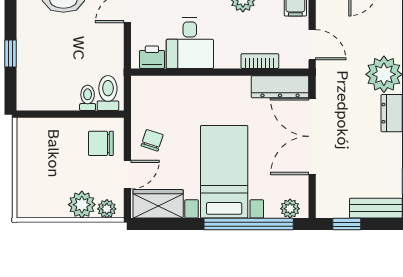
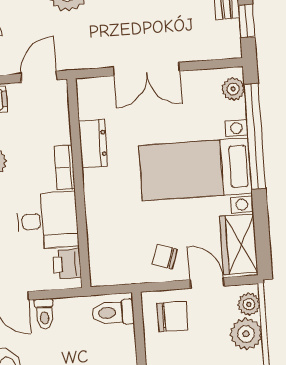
bookcase: (260, 61) -> (65, 167), moved
dresser: (280, 87) -> (93, 144), moved, width x0.70
toilet: (88, 98) -> (44, 314), moved, turned -90
double door: (312, 136) -> (146, 69), width x0.73
chair: (101, 143) -> (173, 317), turned -90

